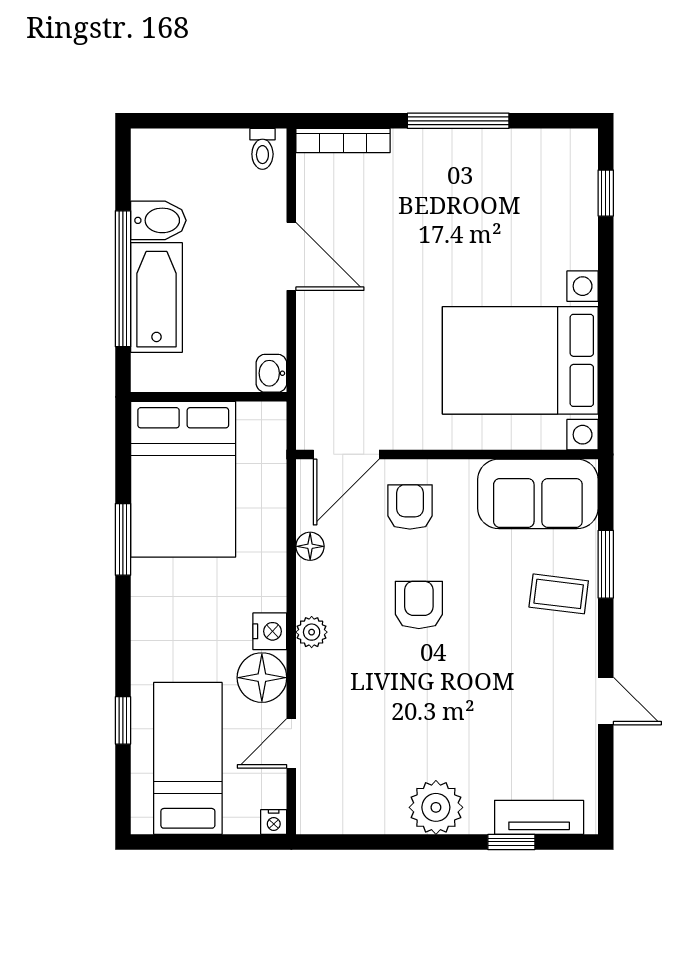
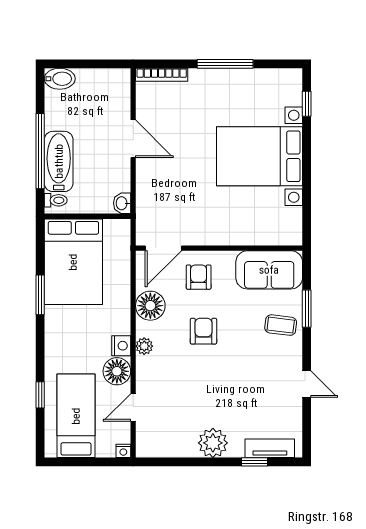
toilet: (262, 149) -> (56, 200), moved, turned -90
bidet: (158, 220) -> (60, 79), moved
bed with nightstands: (520, 360) -> (259, 156), moved
floor lamp: (310, 546) -> (150, 306), width x1.89, depth x1.89

